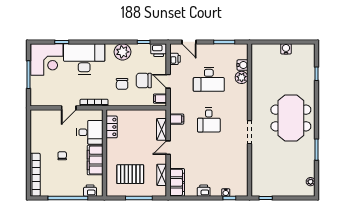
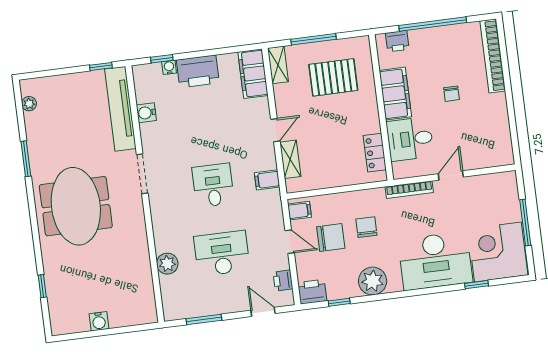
water cooler: (243, 65) -> (146, 113), moved
tv unit: (257, 172) -> (120, 109), added
shelving: (162, 175) -> (278, 65), moved
printer: (204, 191) -> (198, 71), width x1.87, depth x1.48

